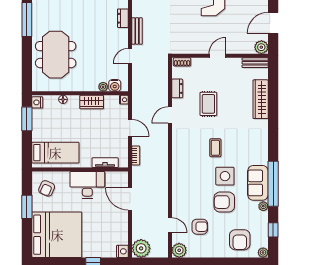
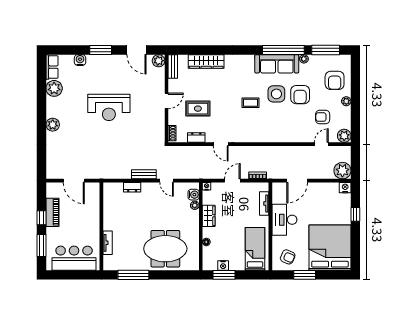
door: (217, 56) -> (167, 101), swing flipped
nightstand: (37, 102) -> (223, 265), moved
rug: (208, 104) -> (198, 109), moved
sofa: (258, 183) -> (277, 64), width x1.36
armchair: (200, 227) -> (323, 117), turned -90
window: (273, 230) -> (326, 50), width x2.17
armchair: (240, 240) -> (335, 80), turned 90
plant: (263, 253) -> (346, 101), moved

